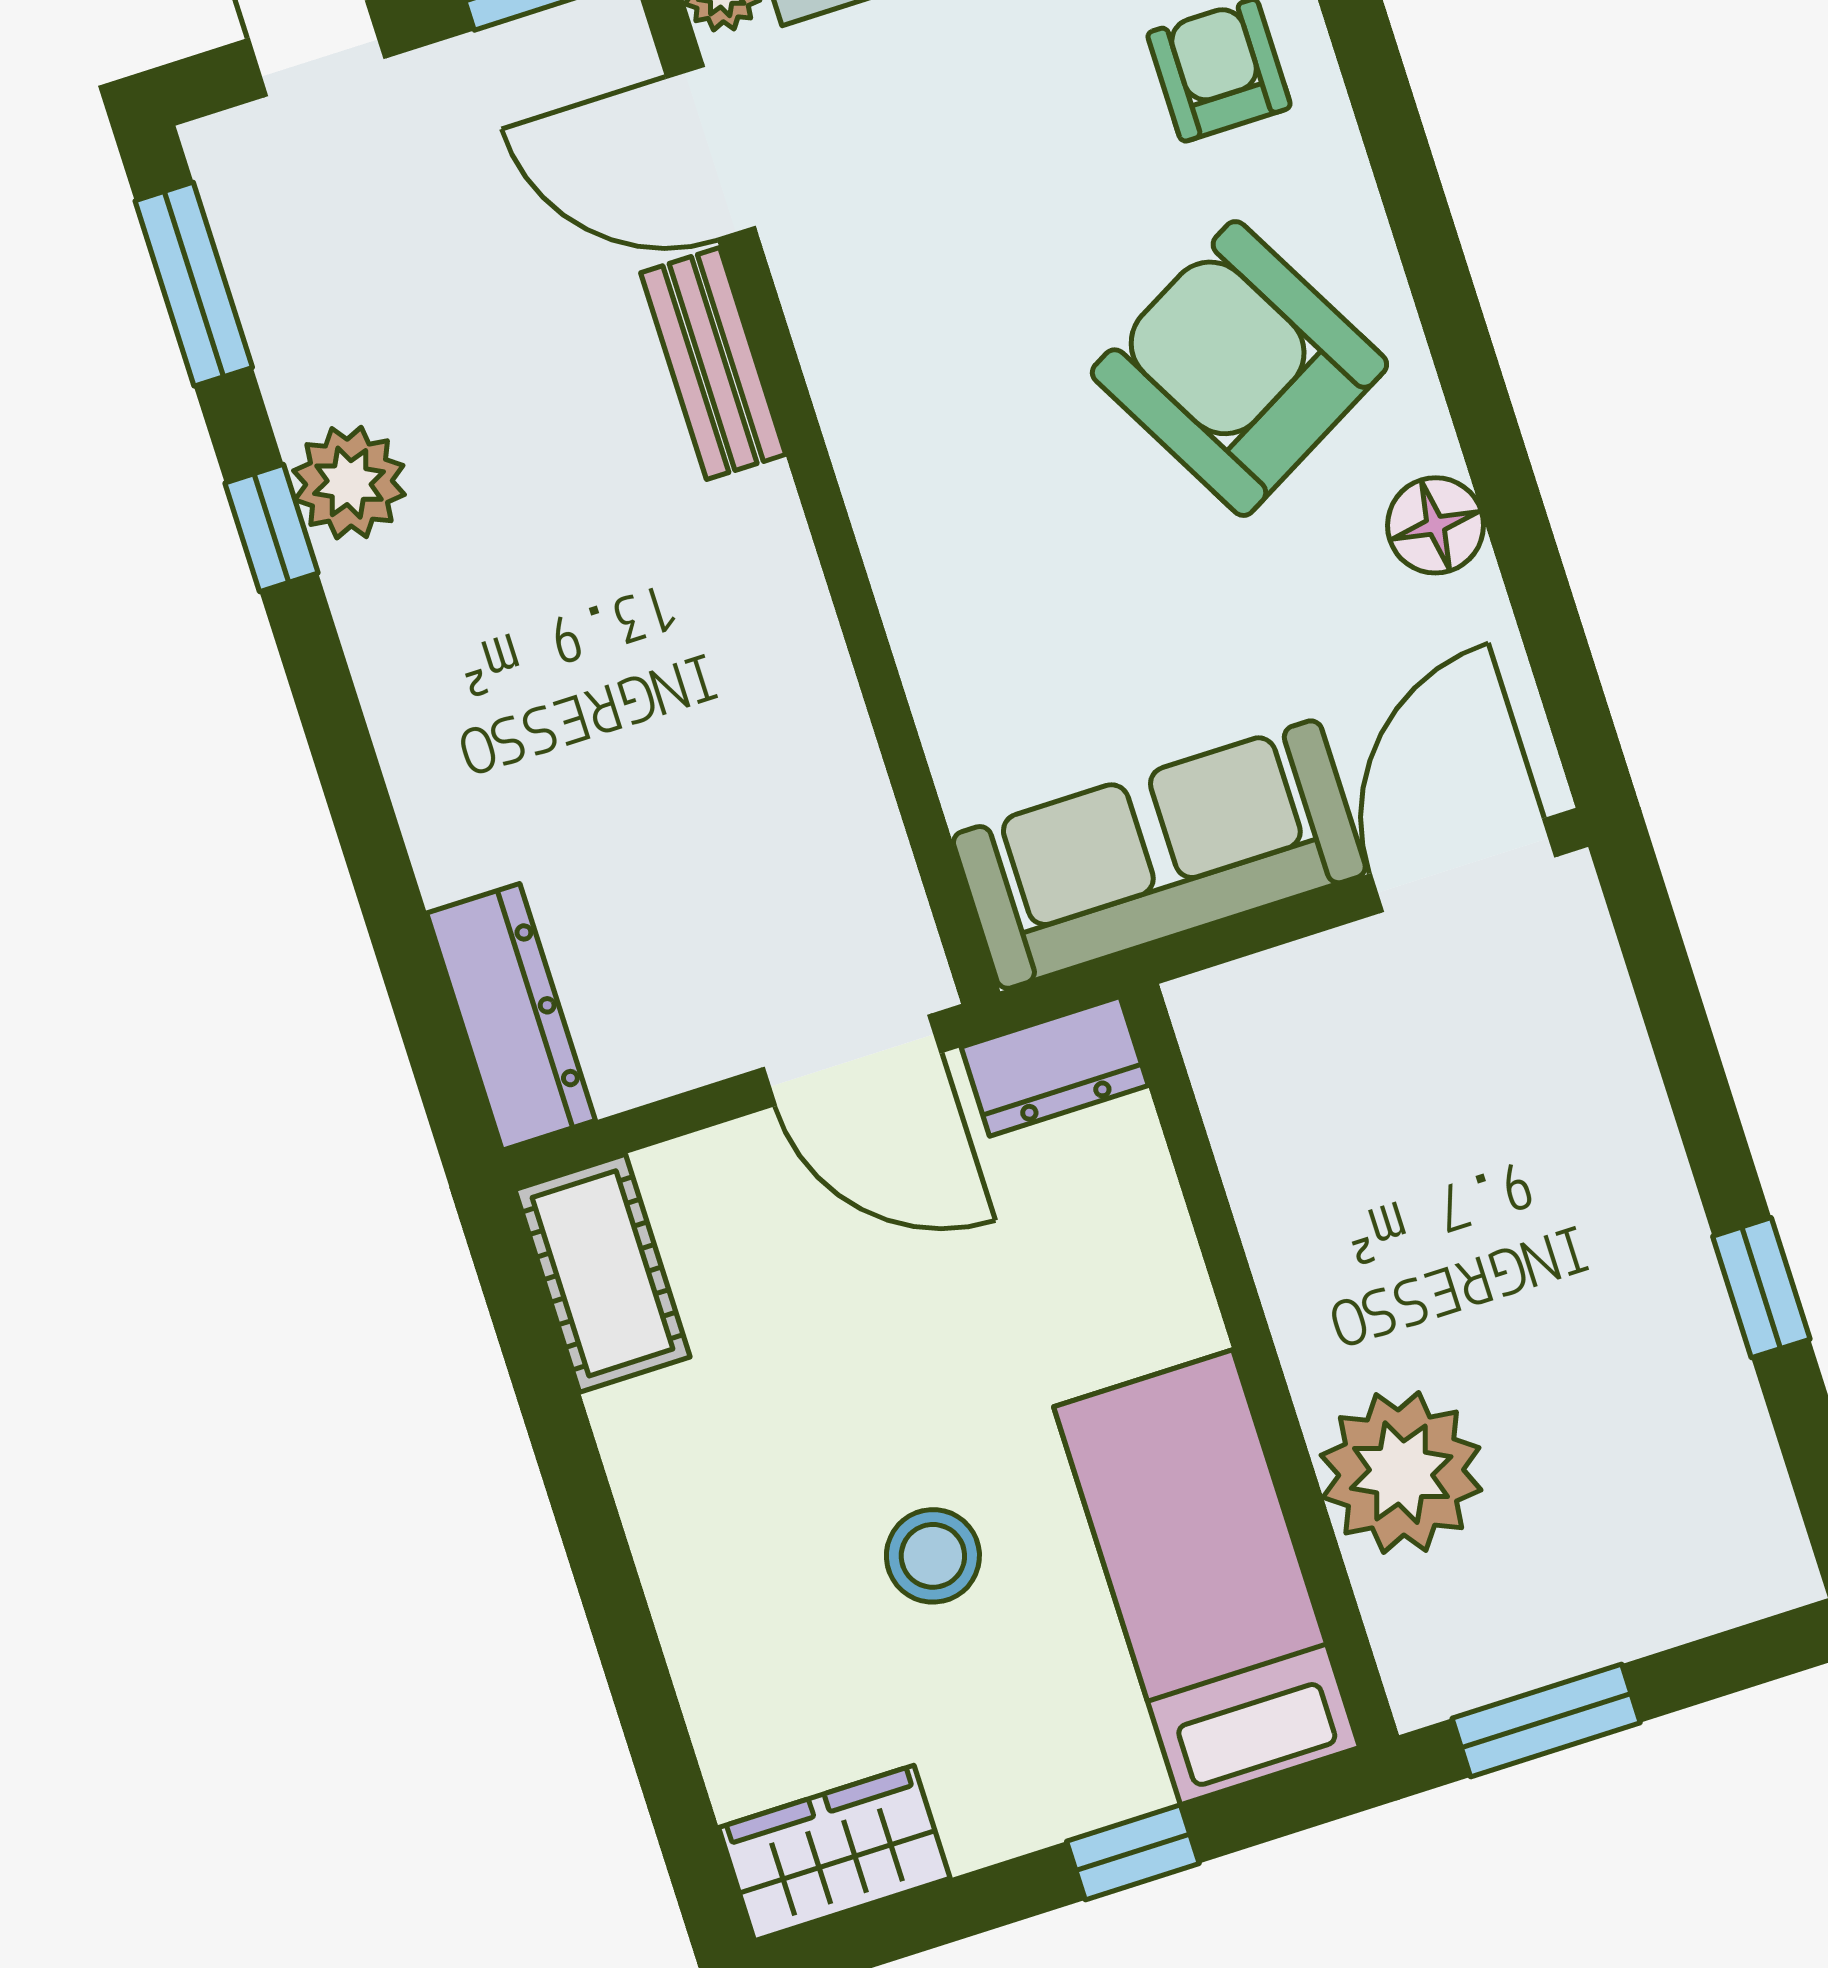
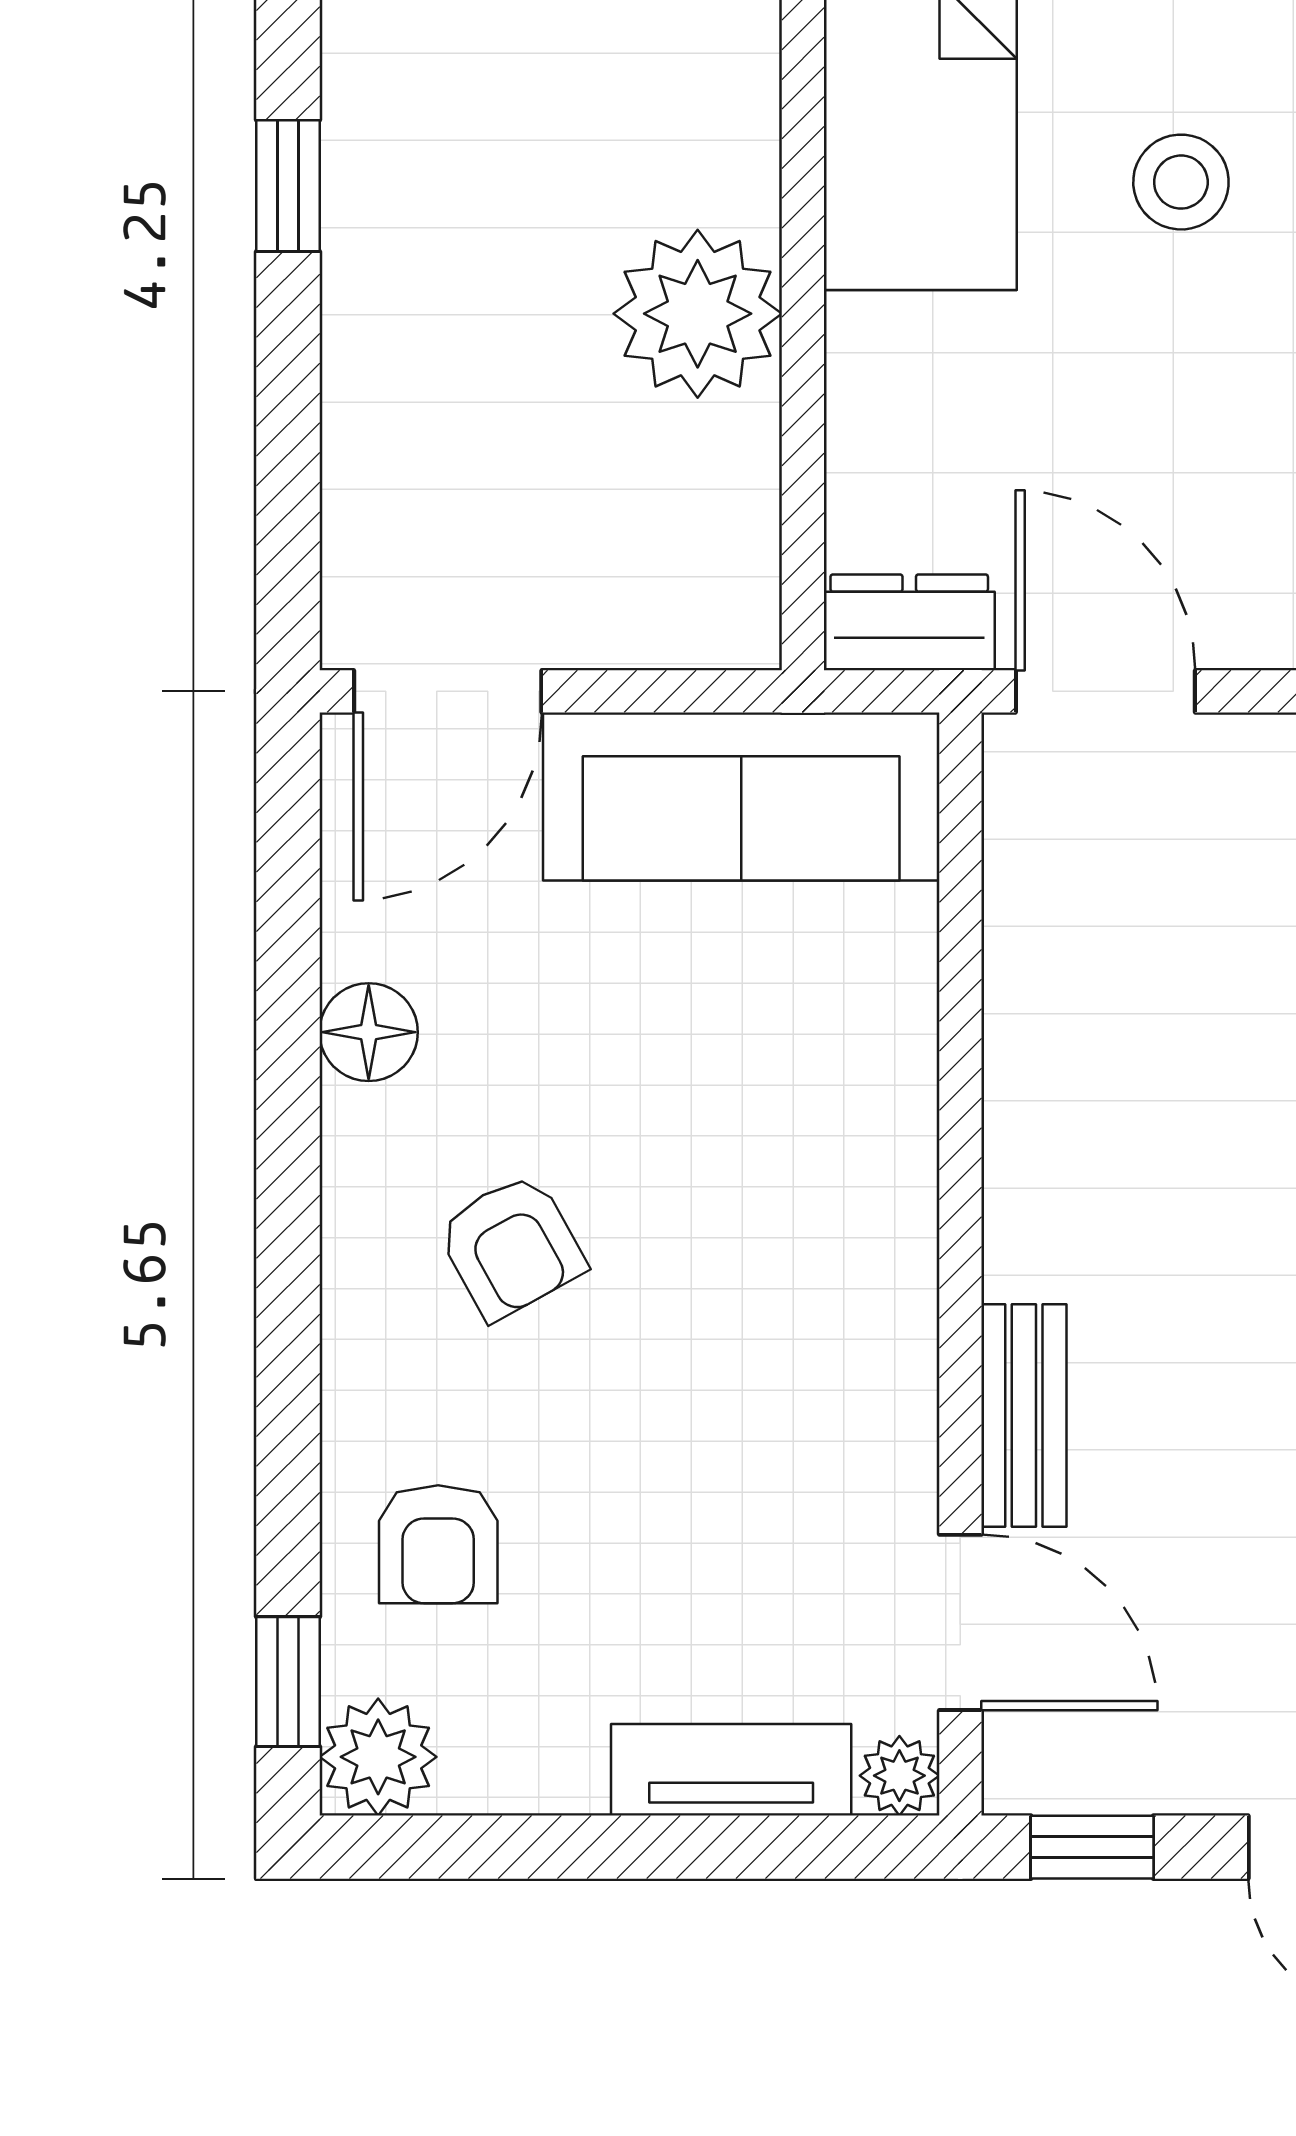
armchair: (1239, 369) -> (511, 1246), width x0.53, depth x0.53
plant: (1401, 1473) -> (698, 314), moved

